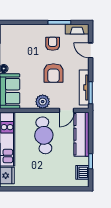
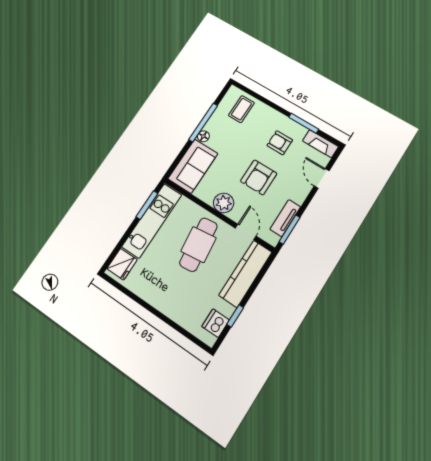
coffee table: (16, 37) -> (241, 109), added
armchair: (53, 44) -> (280, 143), turned -90
tv unit: (84, 88) -> (285, 218), width x0.71
door: (67, 110) -> (246, 232), swing flipped

